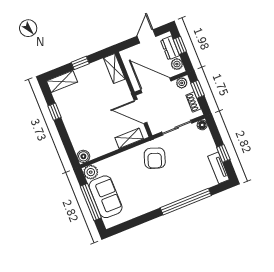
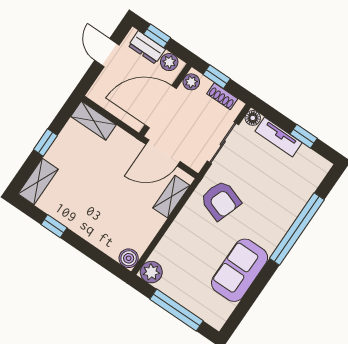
tv unit: (219, 168) -> (278, 137), moved
sofa: (106, 197) -> (240, 270), moved, turned -90

